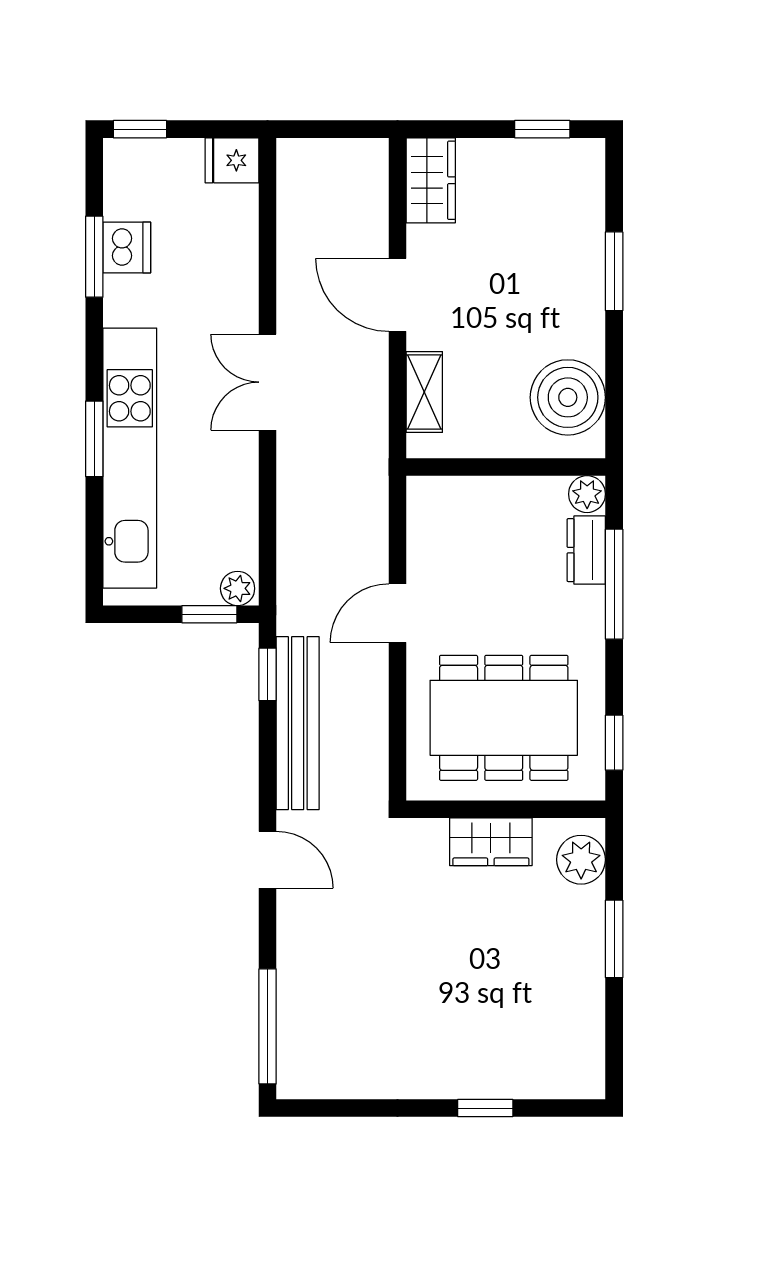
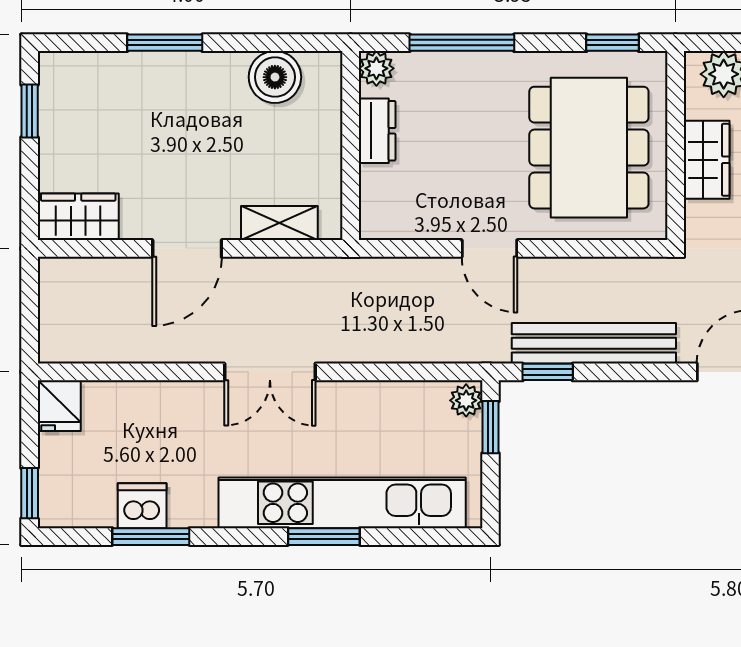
boiler: (568, 397) -> (275, 77), width x0.73, depth x0.73
dresser: (586, 550) -> (377, 131), moved, turned -90

